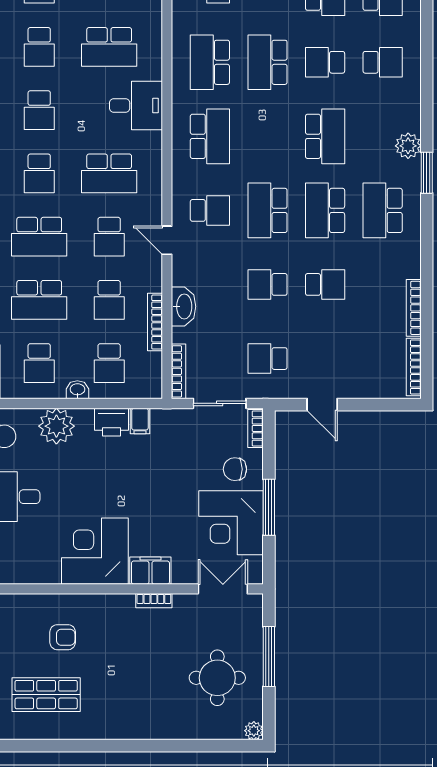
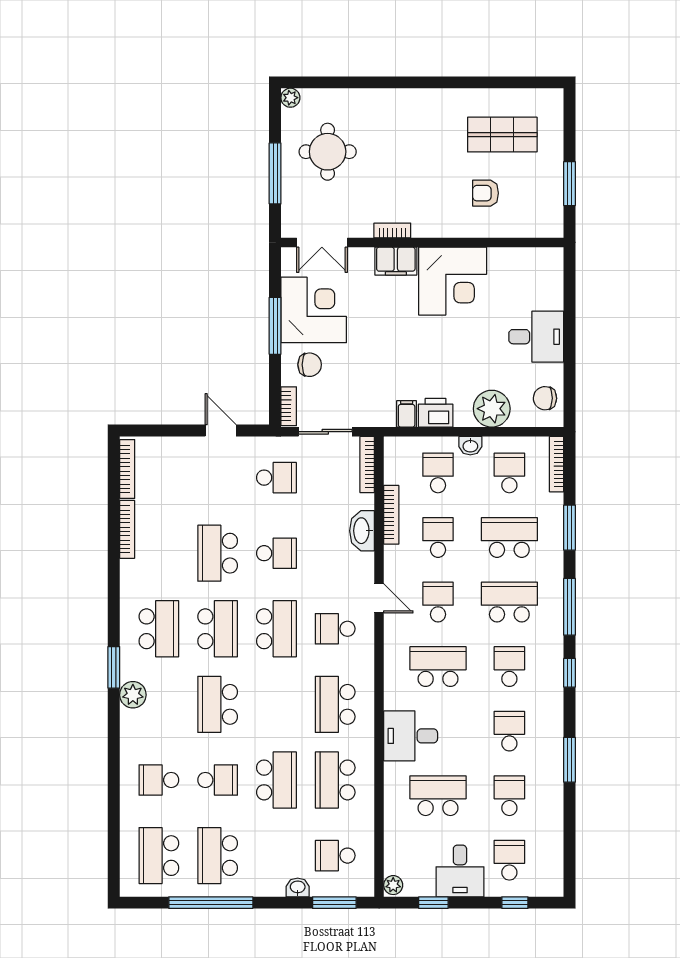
school desk: (210, 62) -> (335, 780), turned 180
school desk: (325, 284) -> (218, 553), width x1.85

